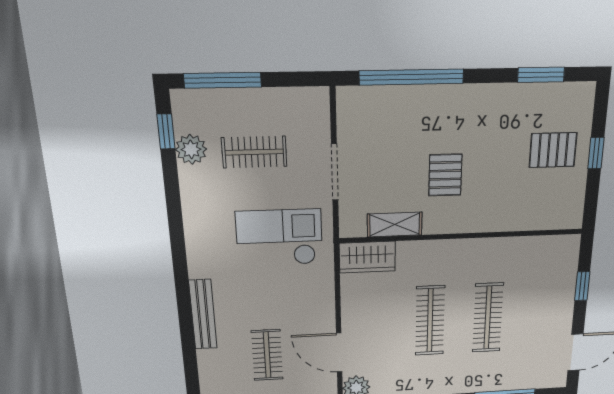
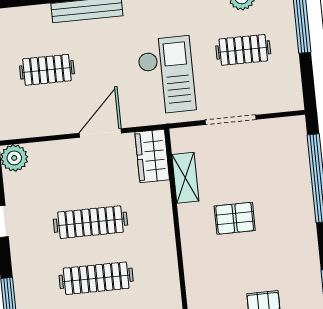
clothes rail: (254, 152) -> (243, 50), turned 90
door: (339, 353) -> (100, 133), moved

